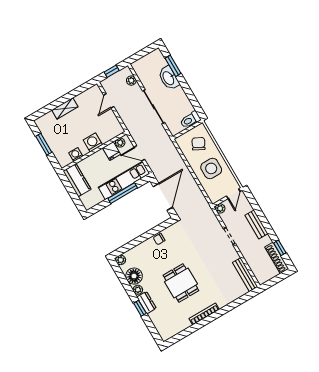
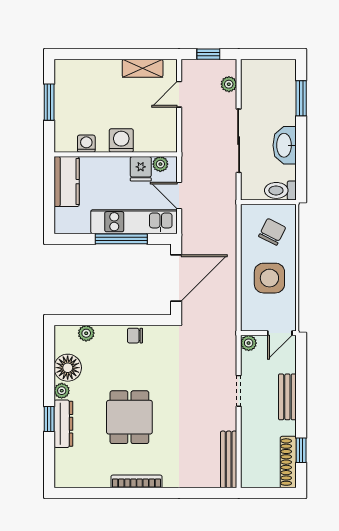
washbasin: (169, 78) -> (285, 145), moved
shelving: (65, 108) -> (143, 68), moved
plant: (121, 260) -> (86, 333), moved
dresser: (147, 303) -> (63, 424), width x1.44

